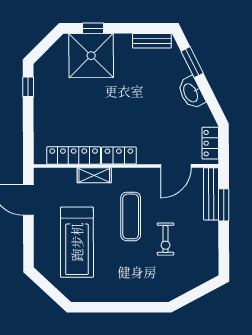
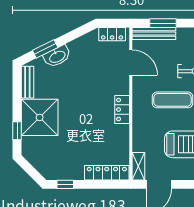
shower: (91, 56) -> (40, 117), moved
washbasin: (191, 93) -> (57, 56), moved
locker: (74, 155) -> (107, 173), moved, turned 90
shelving: (94, 175) -> (138, 166), moved

